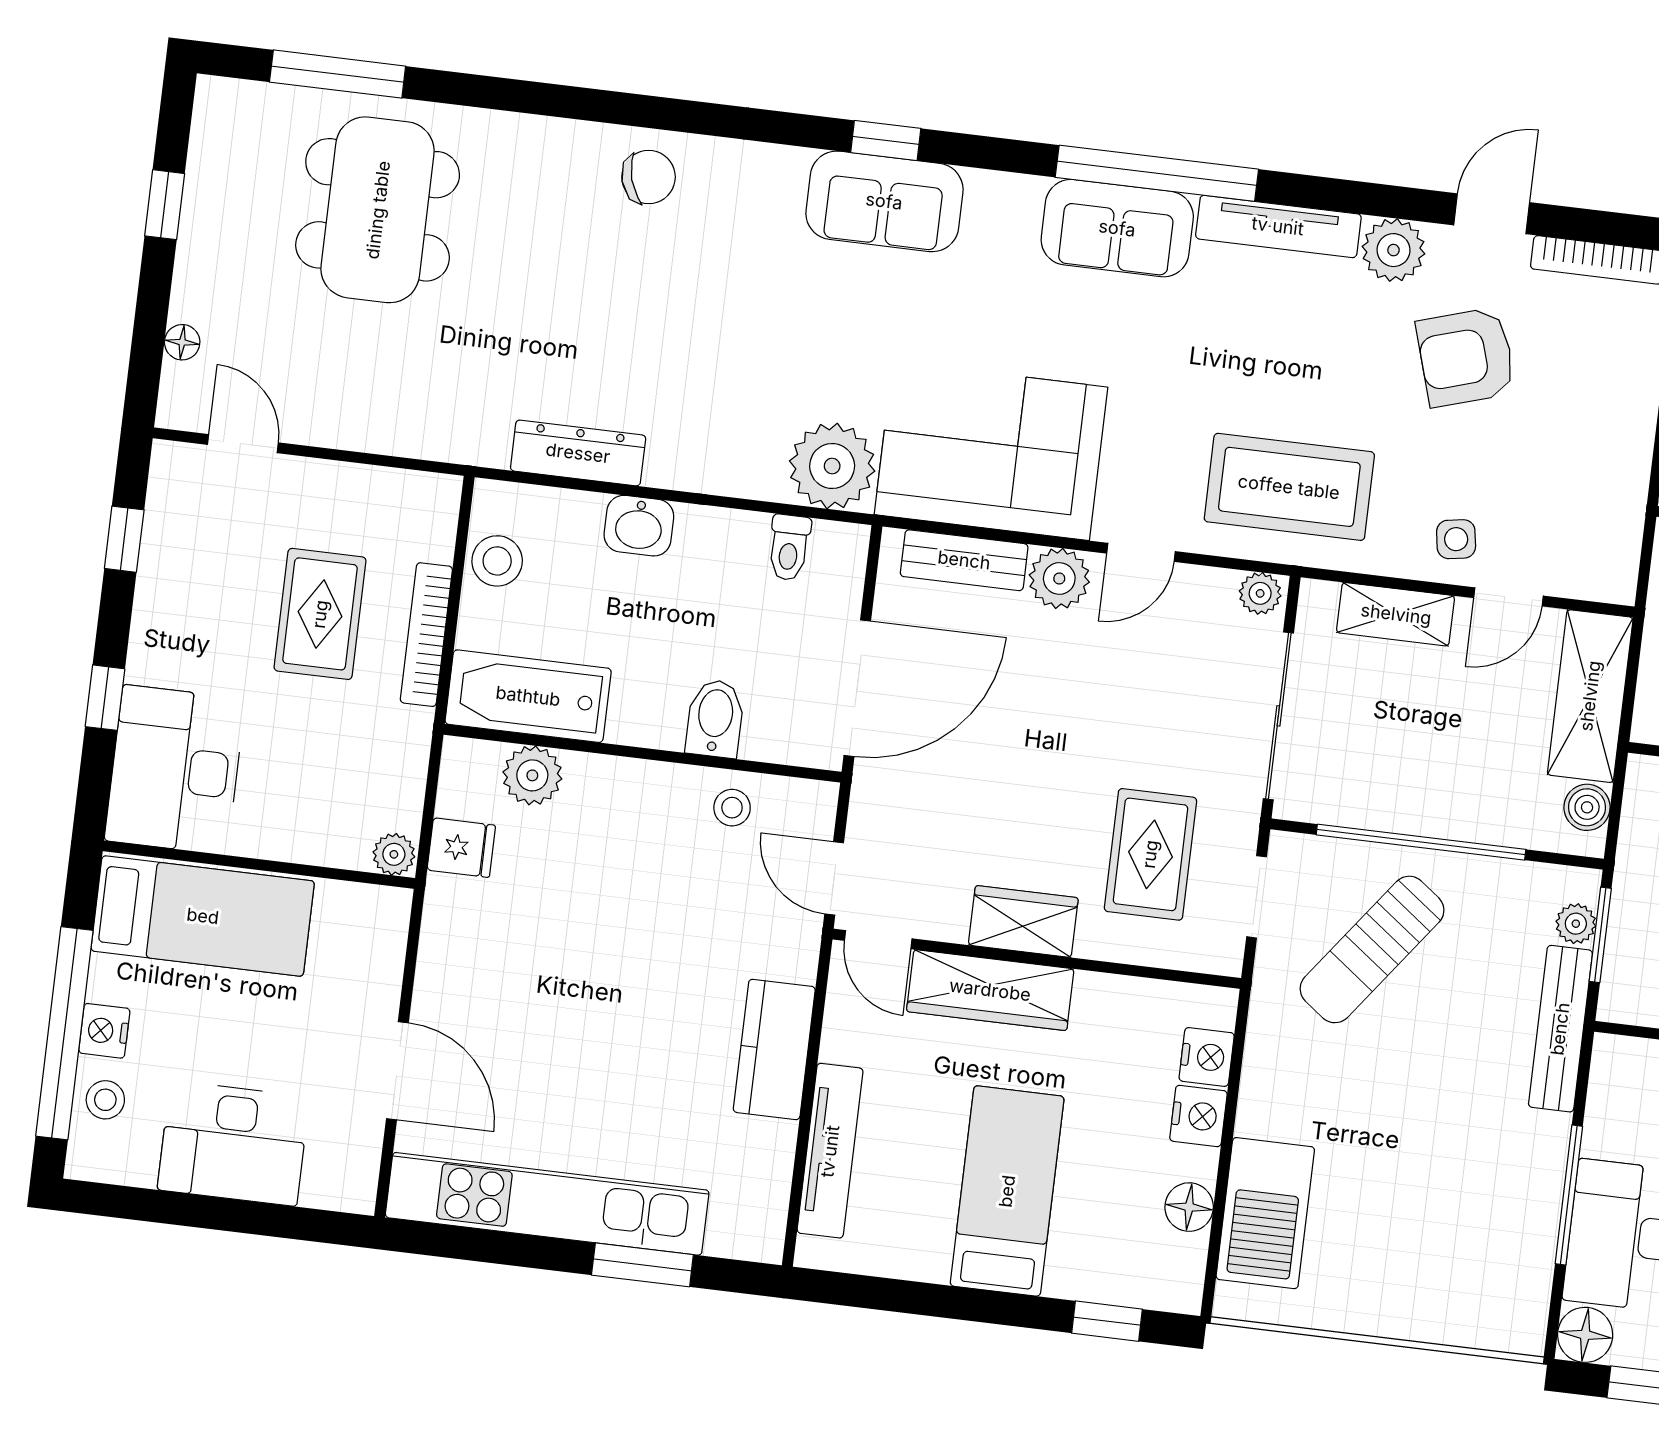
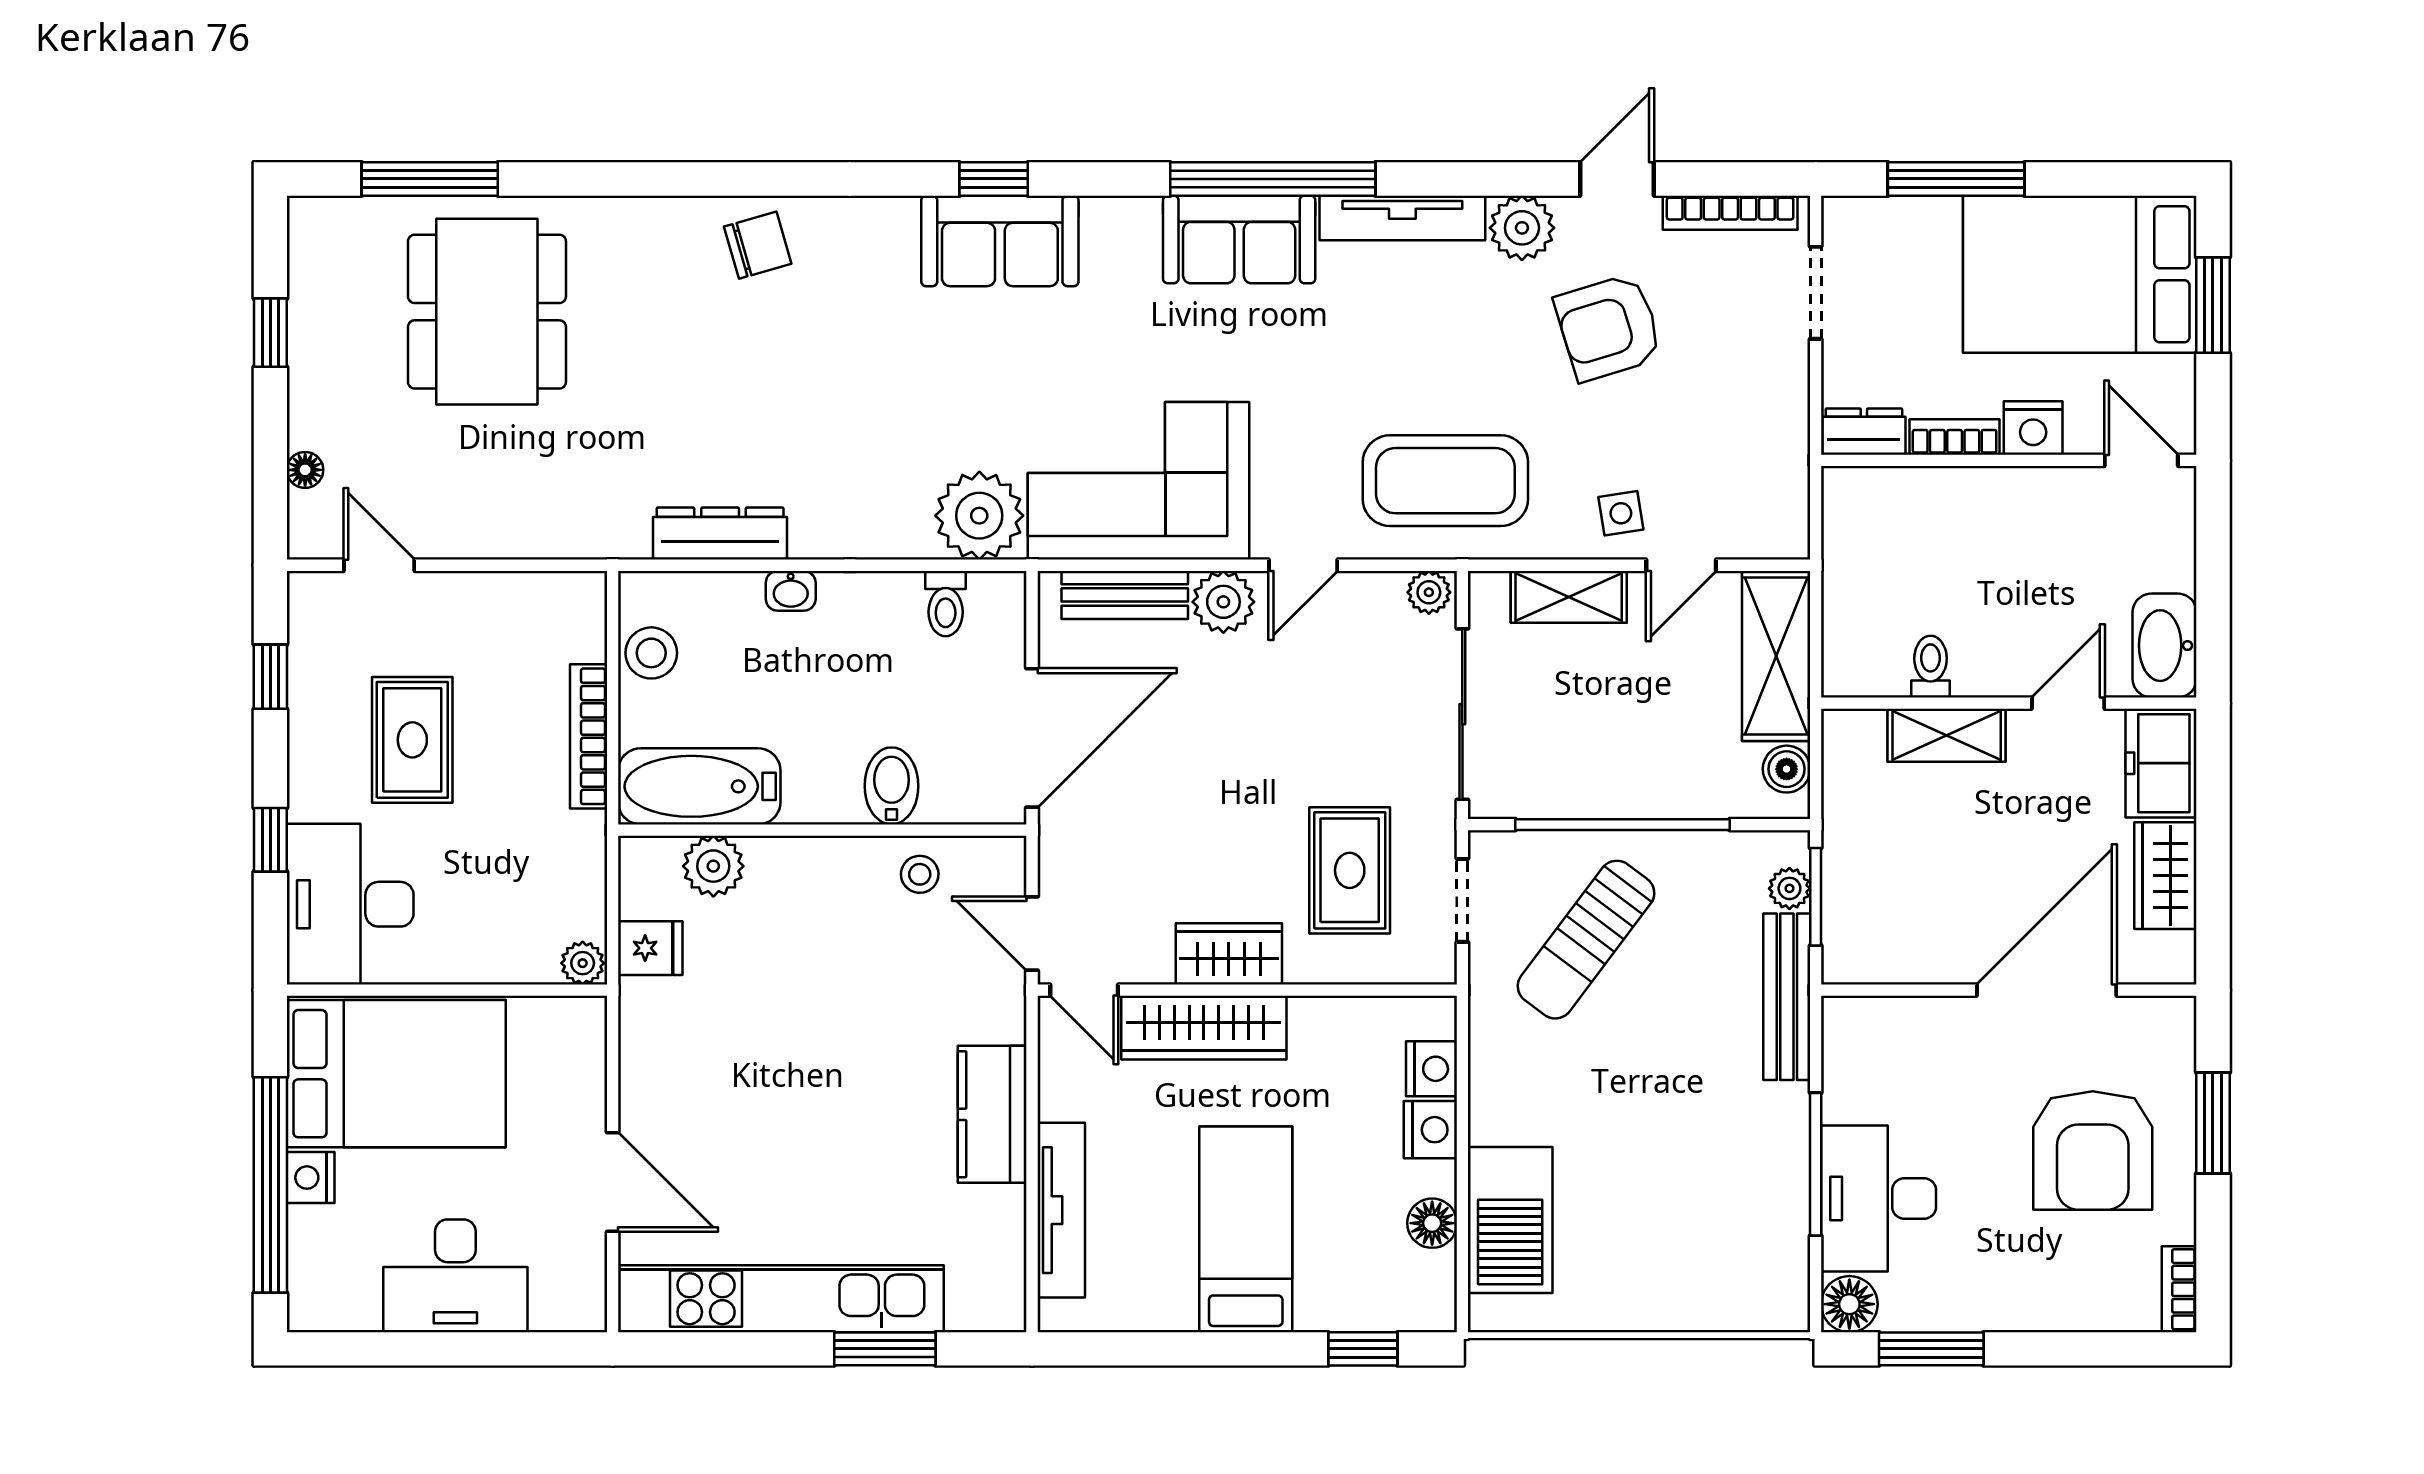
washbasin: (639, 526) -> (791, 591), width x0.72, depth x0.69
rug: (320, 614) -> (412, 740), moved
bed: (203, 916) -> (396, 1074), width x1.50
stool: (105, 1100) -> (320, 1247), removed

